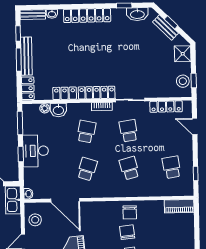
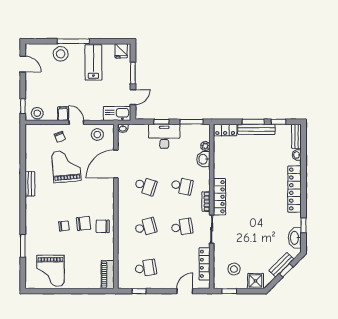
stool: (183, 81) -> (234, 269), moved
locker: (65, 93) -> (220, 166), removed

